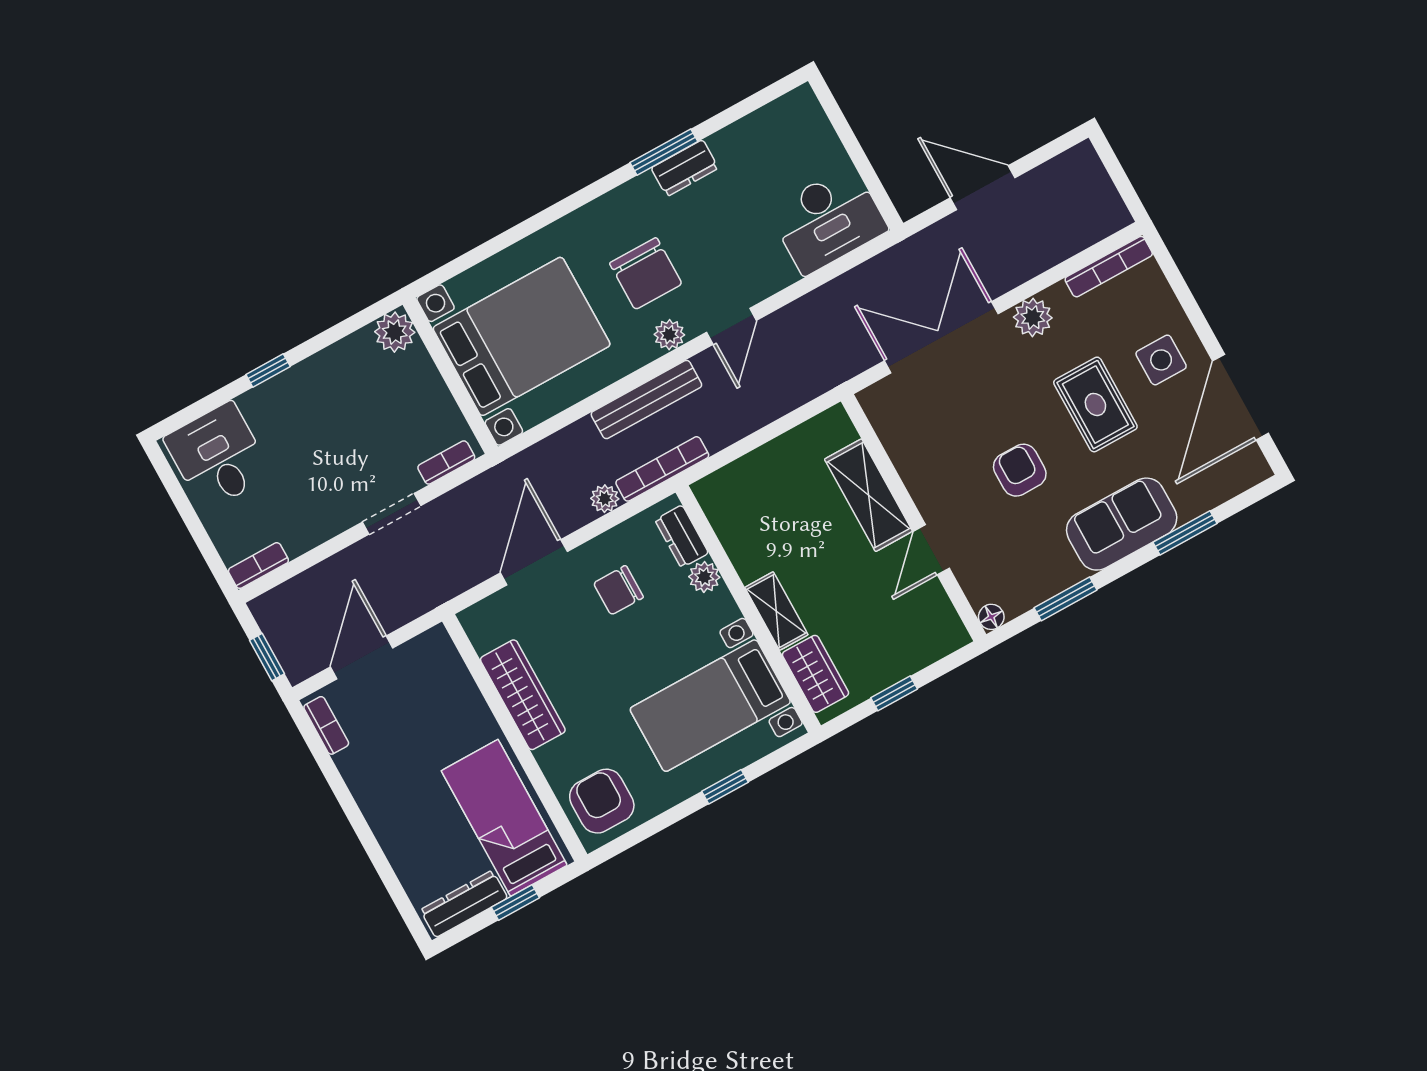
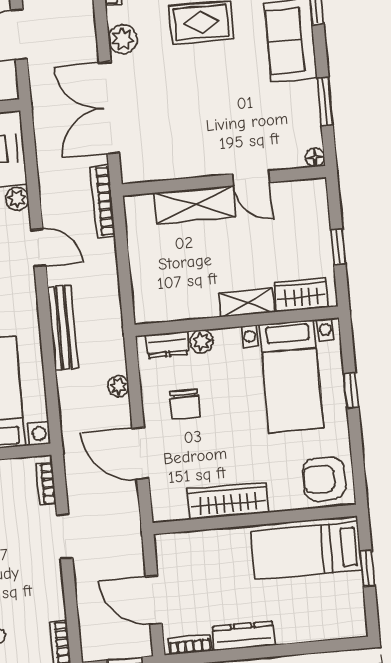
plant: (669, 335) -> (17, 199), moved
bookcase: (662, 469) -> (103, 202), moved
armchair: (1020, 470) -> (223, 94), removed
dresser: (464, 904) -> (243, 636), moved, turned 90

